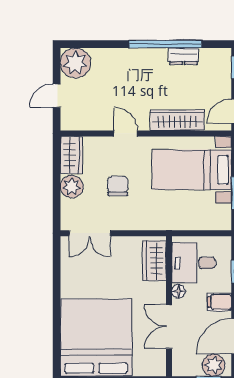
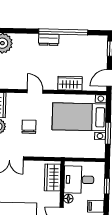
dresser: (183, 56) -> (49, 40), moved
wardrobe: (177, 120) -> (70, 83), width x0.67

